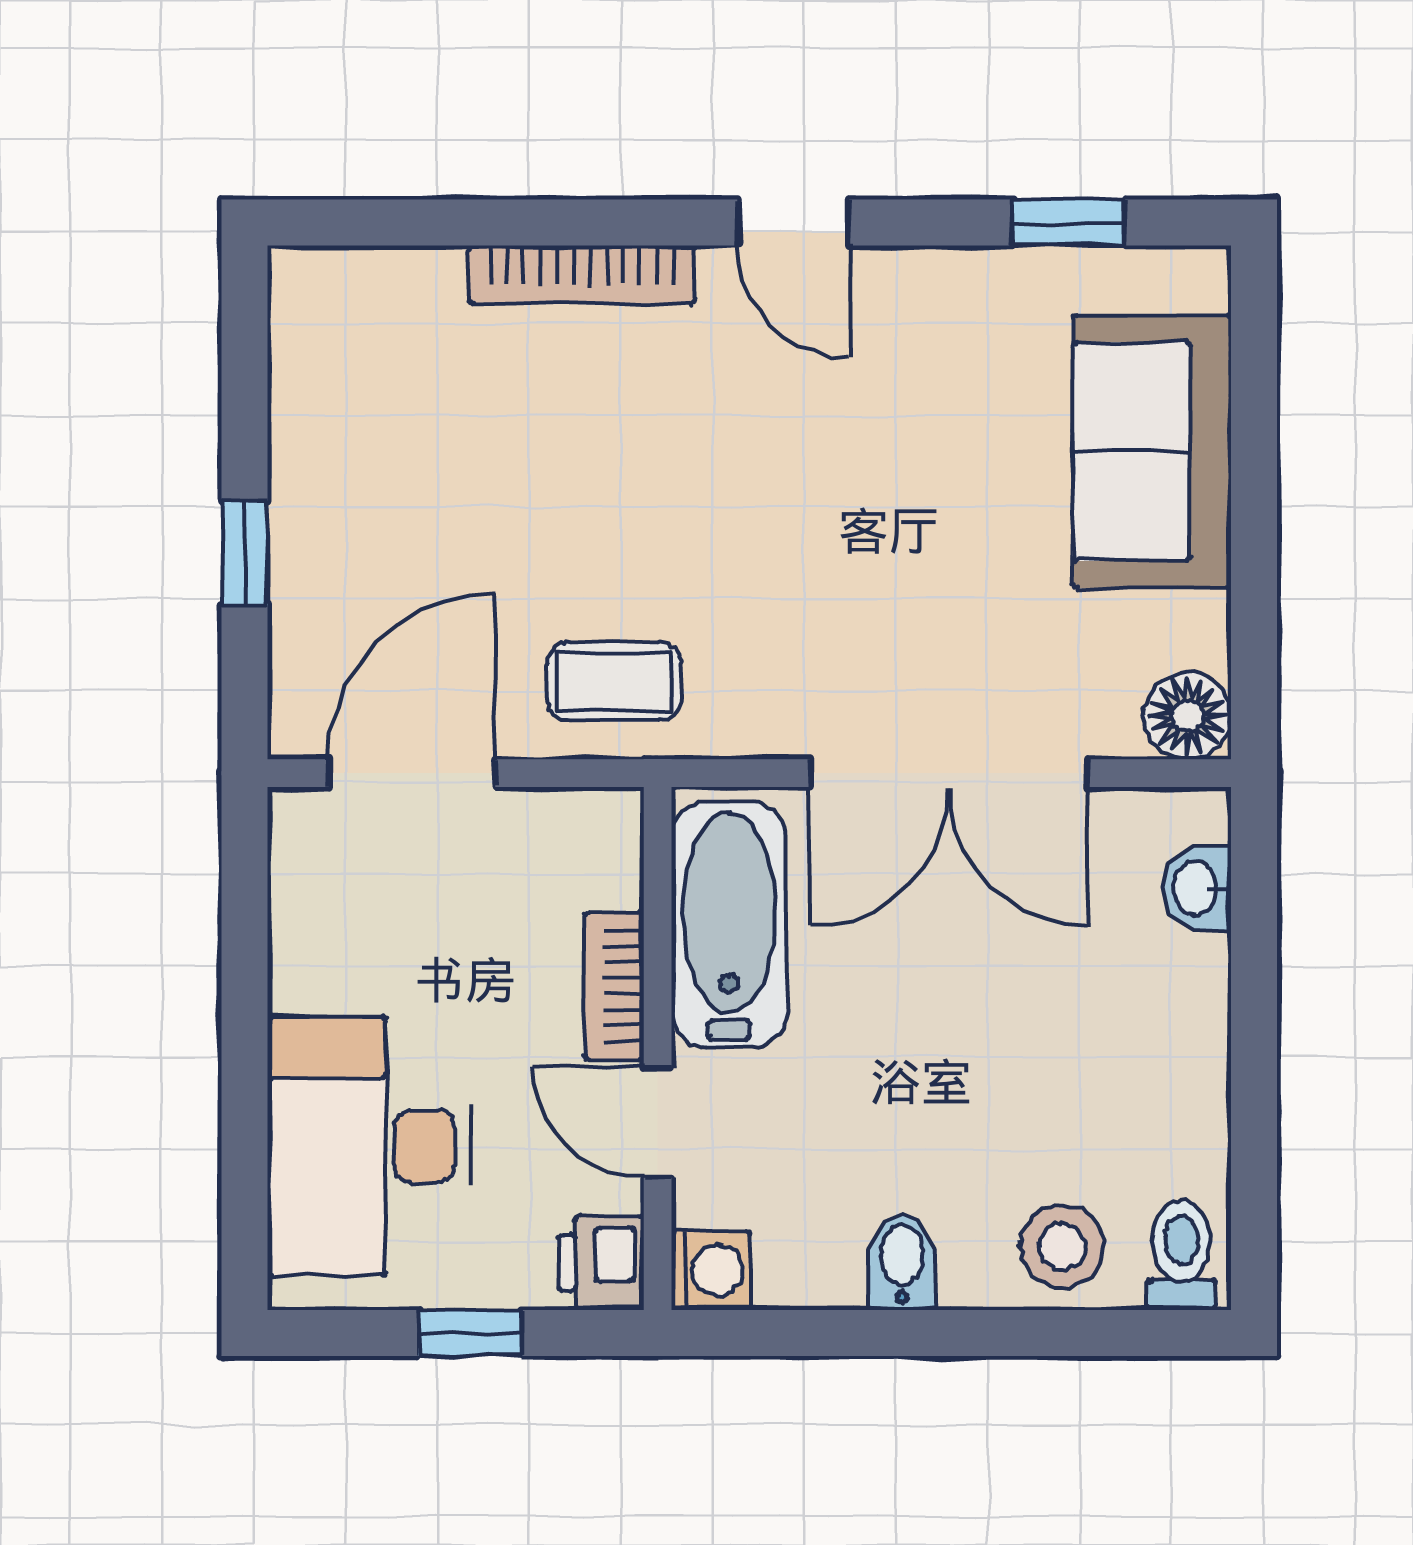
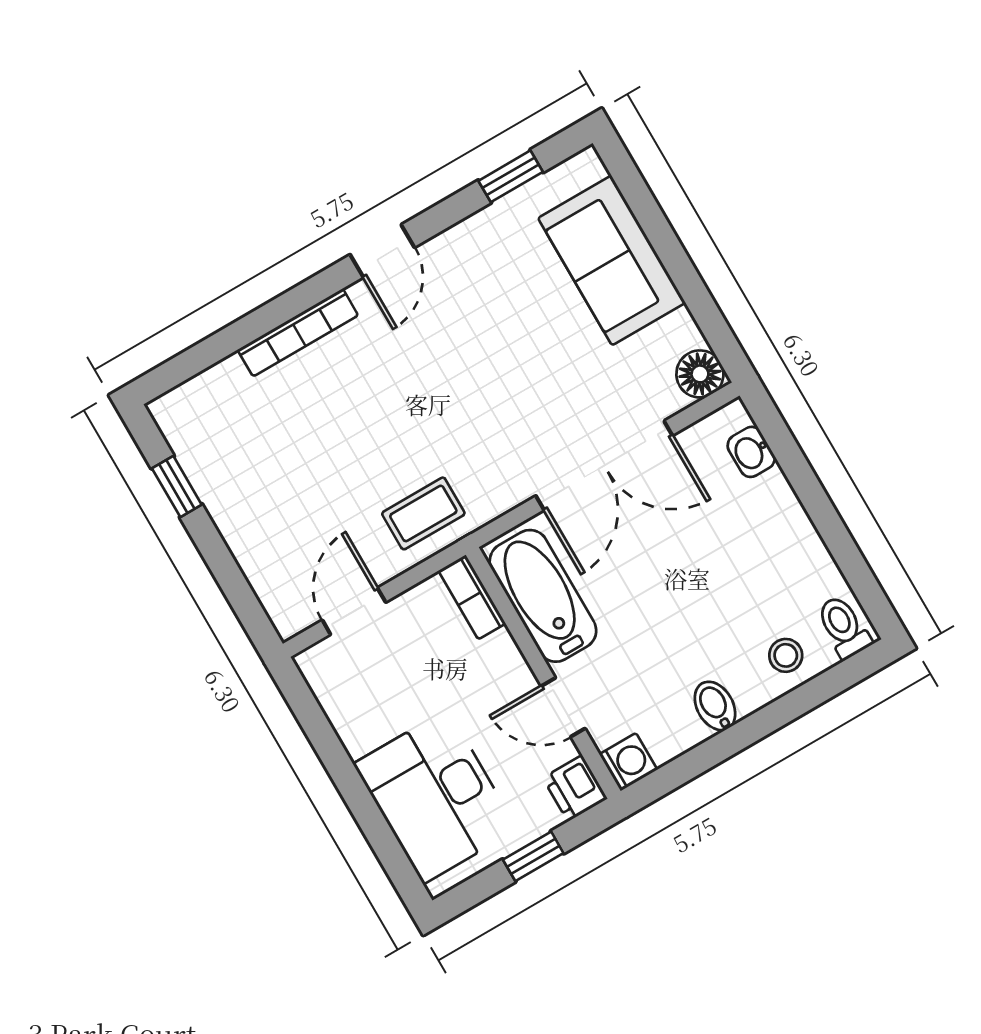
door: (793, 223) -> (382, 251), hinge flipped
window: (245, 553) -> (177, 486), moved
door: (412, 773) -> (354, 611), width x0.73
bookcase: (614, 986) -> (472, 597), moved
stool: (1062, 1246) -> (786, 655), width x0.73, depth x0.73

